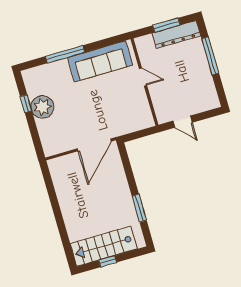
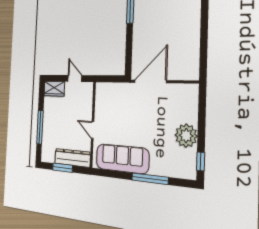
dresser: (176, 34) -> (72, 158), moved
wardrobe: (206, 103) -> (54, 89), added
window: (26, 104) -> (201, 161), moved

